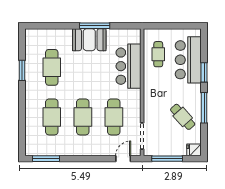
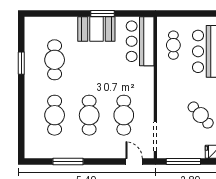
window: (95, 26) -> (102, 13), width x0.69
bar counter: (128, 66) -> (140, 41), moved
window: (46, 159) -> (68, 162), moved
door: (123, 159) -> (134, 162), hinge flipped

